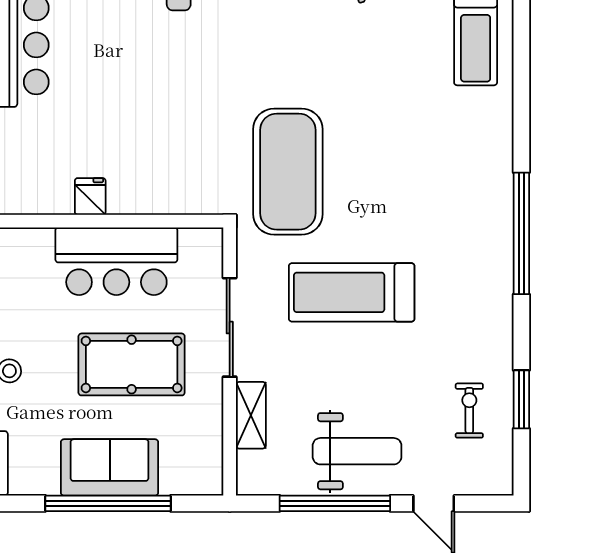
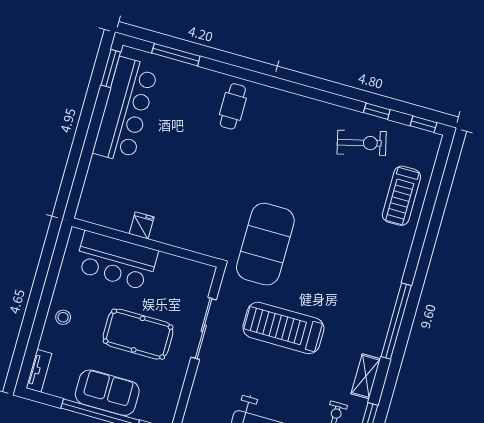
bar counter: (116, 261) -> (116, 261), moved
shelving: (251, 415) -> (366, 376), moved

